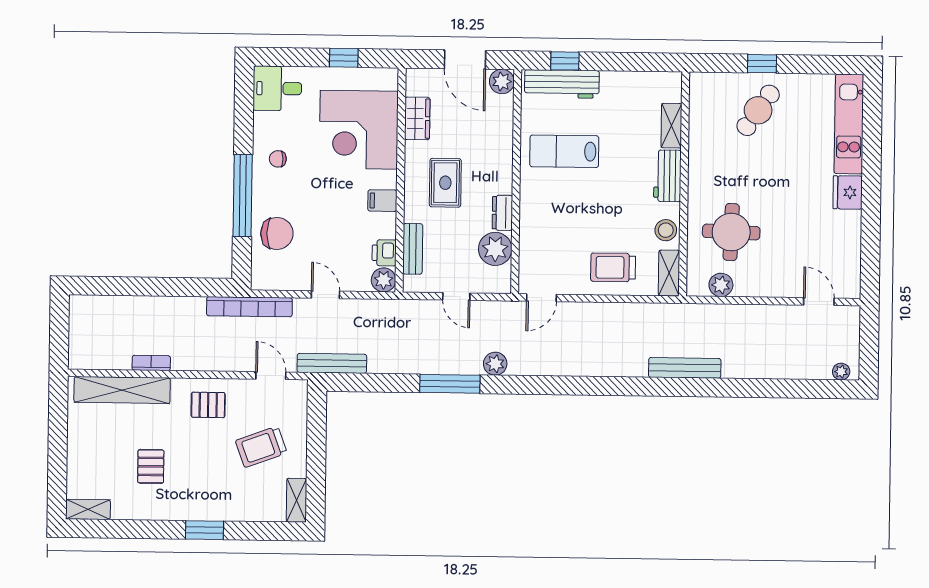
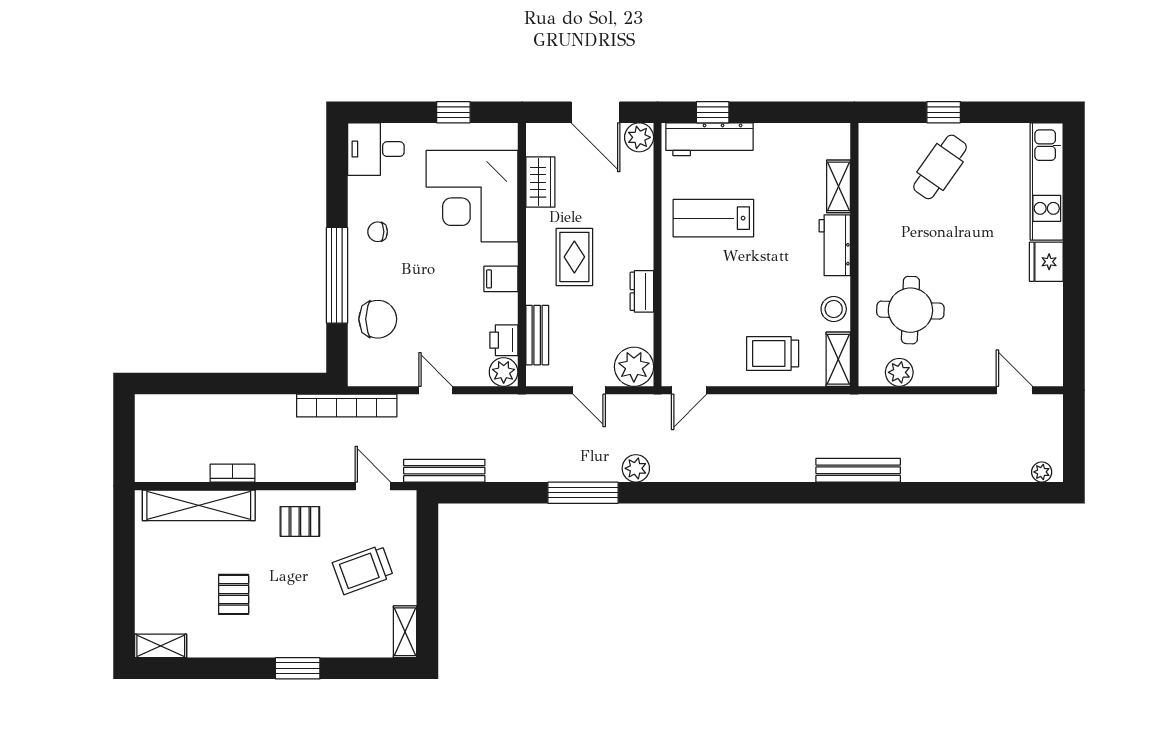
plant: (495, 249) -> (634, 367), moved

